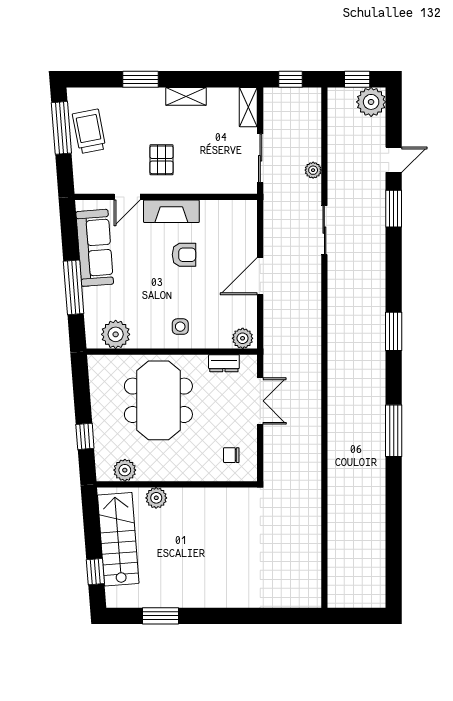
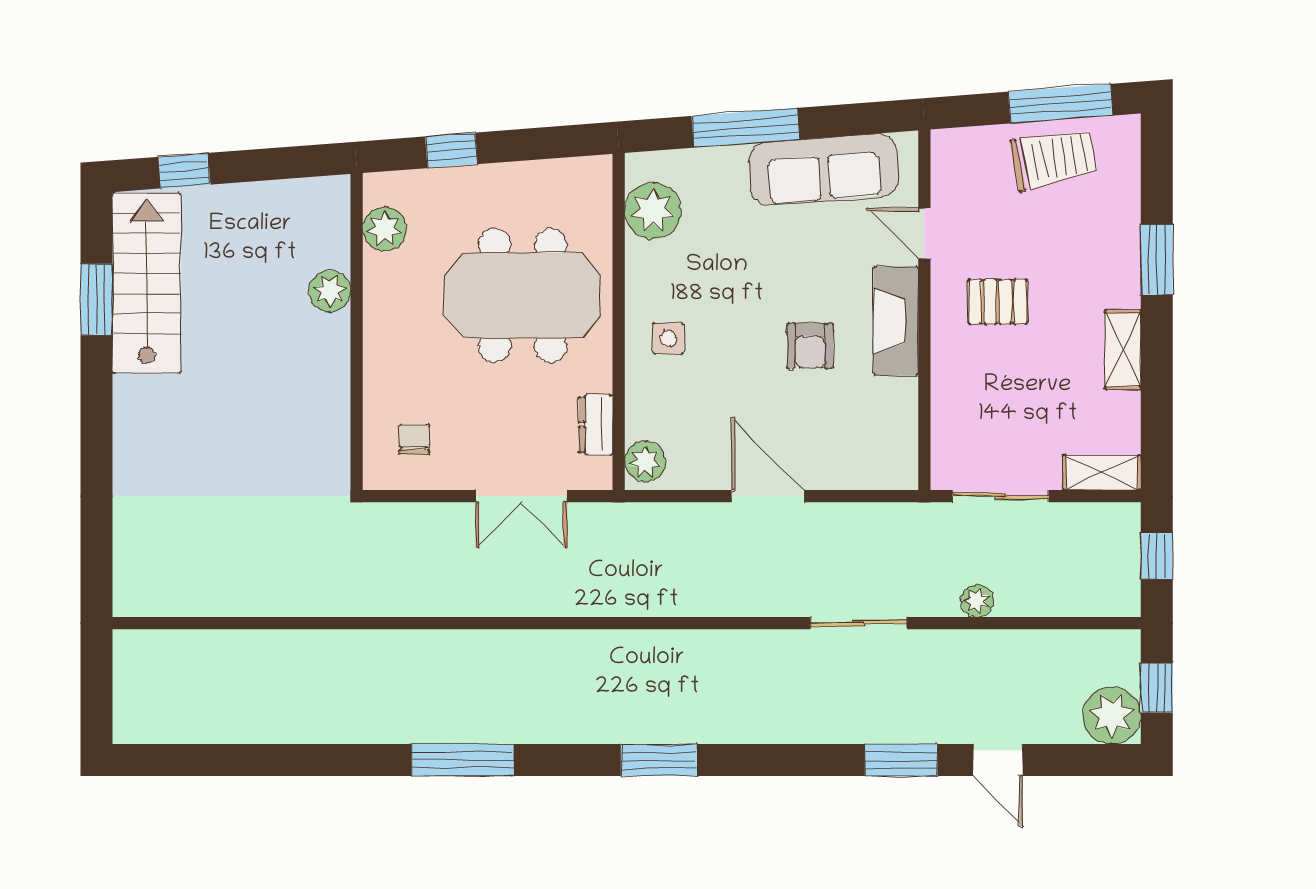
stairs: (118, 539) -> (147, 283), moved, turned -86

